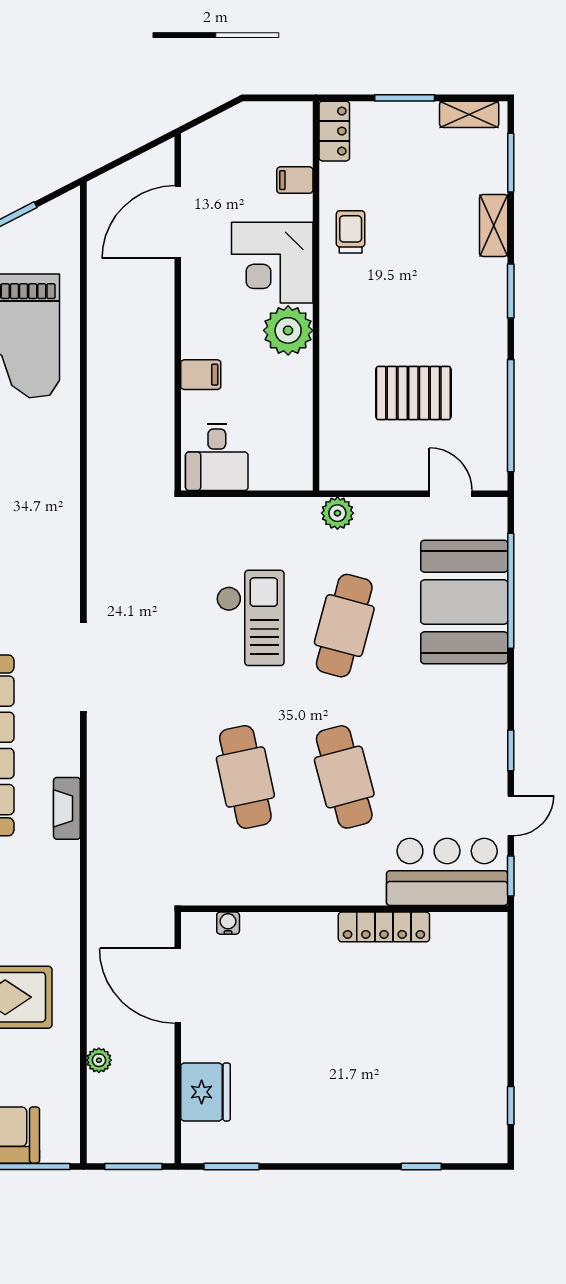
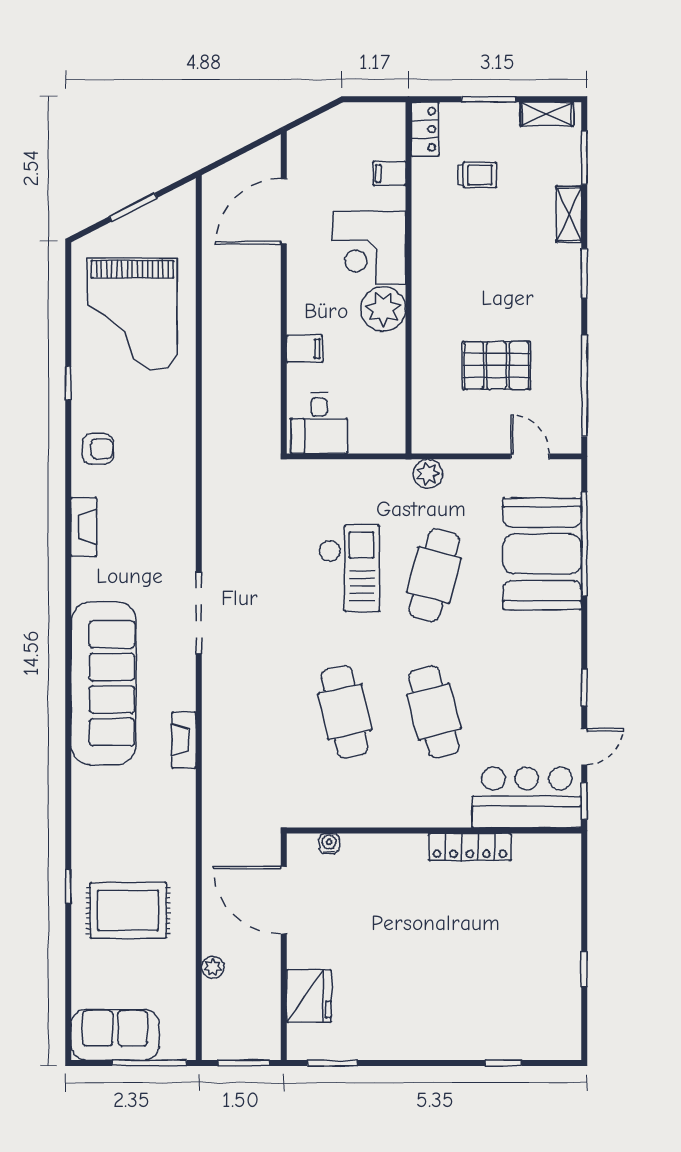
trolley: (351, 232) -> (477, 175), moved, turned 90
window: (511, 1106) -> (584, 969), moved

